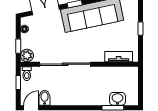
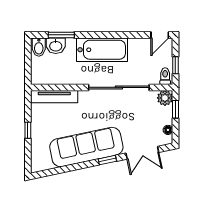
tv unit: (119, 57) -> (54, 97), width x1.41
bathtub: (79, 96) -> (102, 50), added
bidet: (45, 98) -> (39, 47), moved

